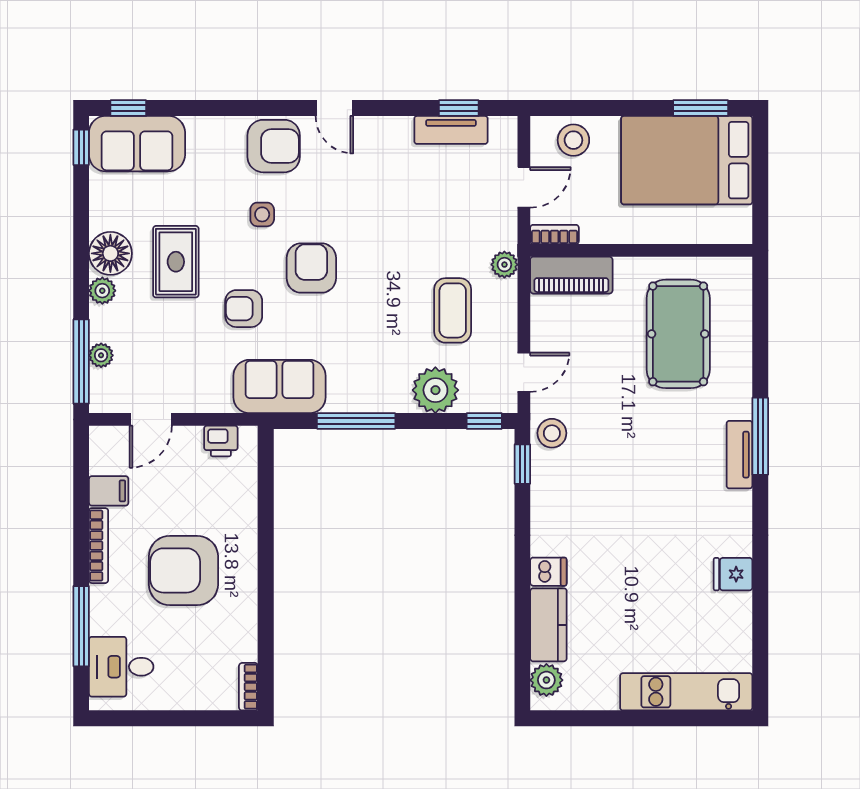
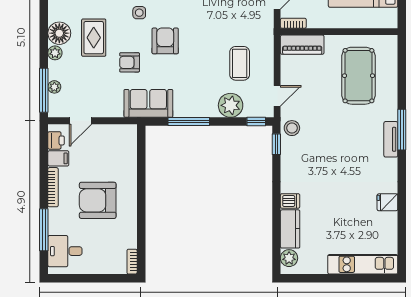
plant: (504, 265) -> (267, 39), removed
printer: (221, 441) -> (56, 140), moved, turned -90

